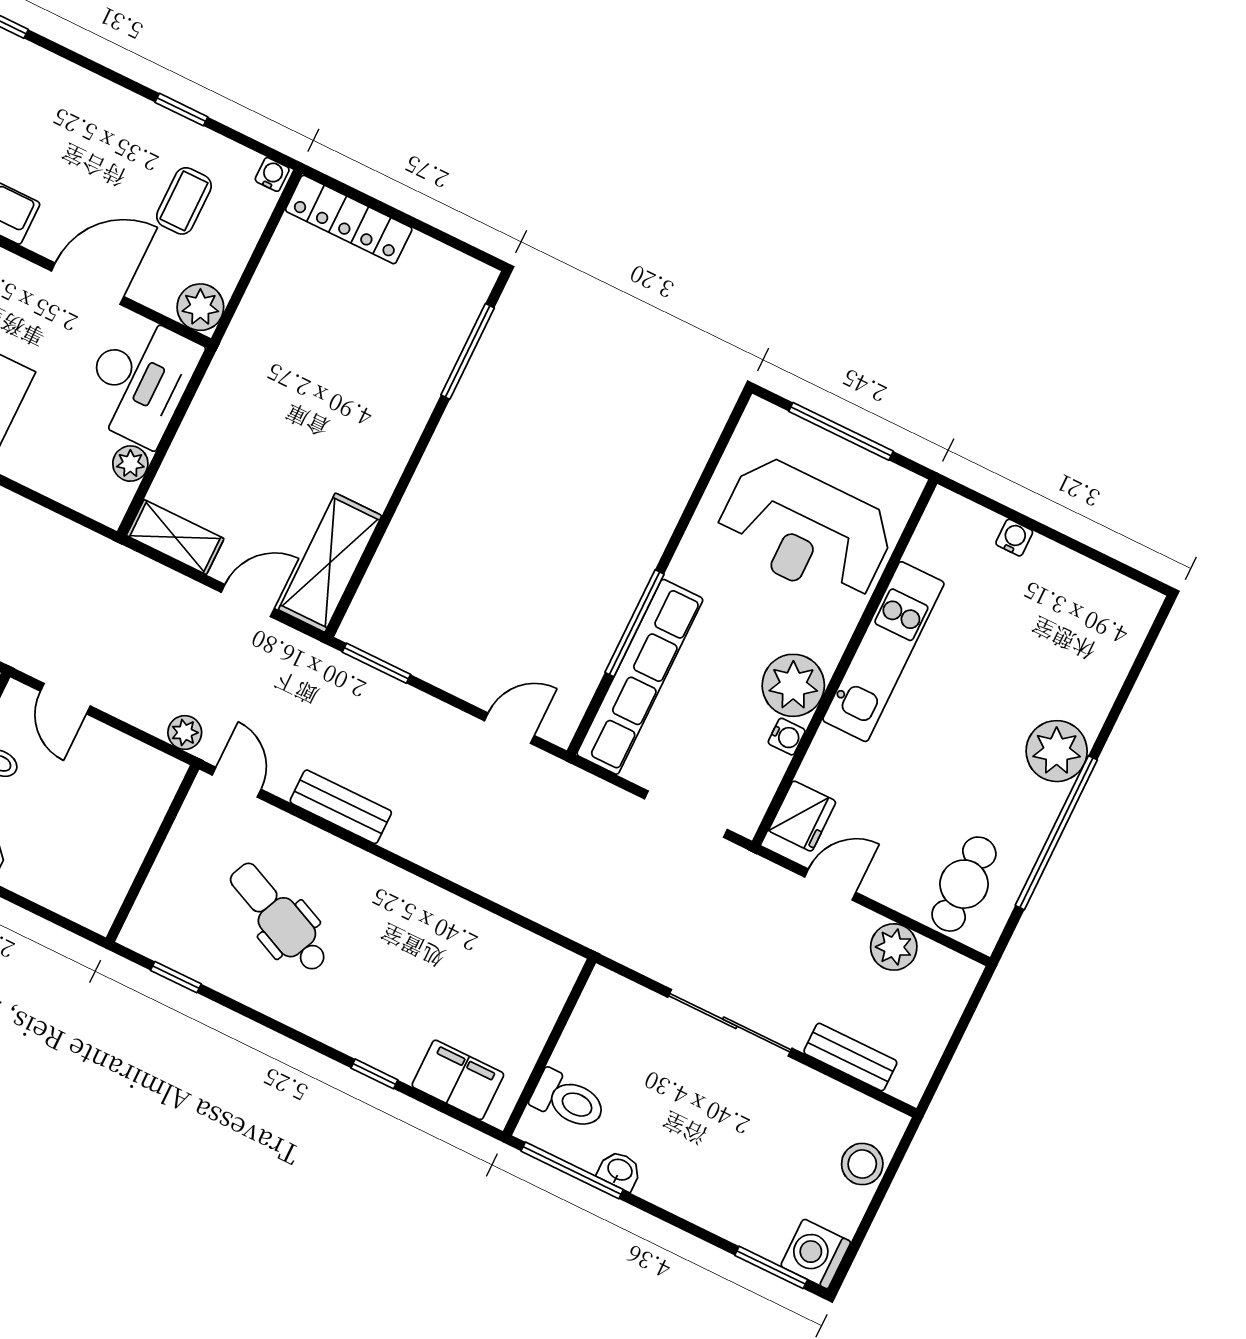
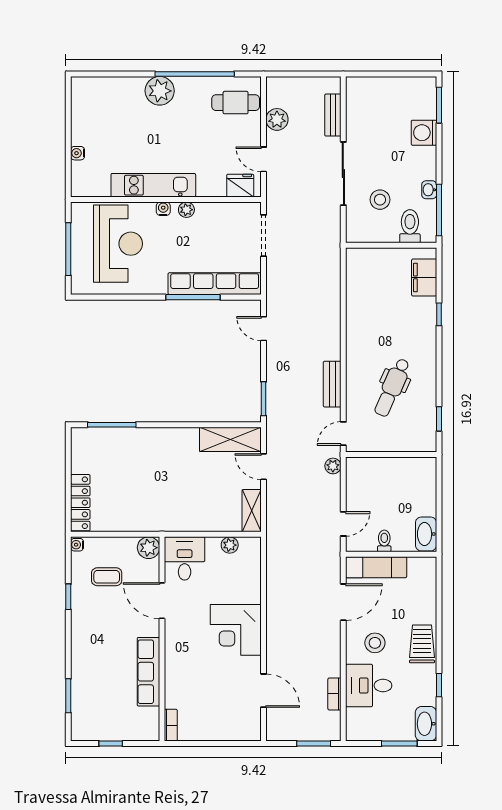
desk: (140, 380) -> (185, 558), width x0.73
plant: (793, 685) -> (186, 210), width x0.53, depth x0.53
water cooler: (787, 737) -> (163, 209), moved
stool: (862, 1164) -> (380, 200), moved
washing machine: (816, 1254) -> (424, 133), moved, turned 90

